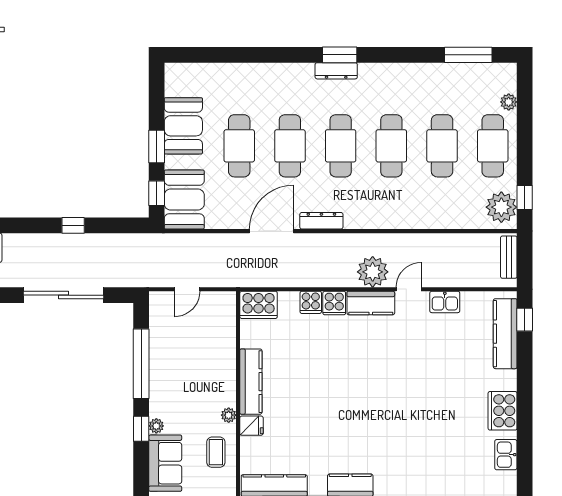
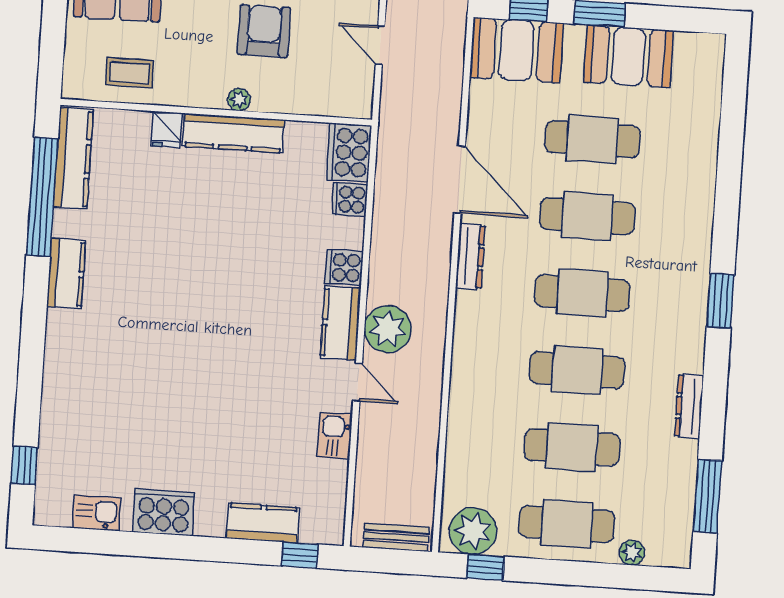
dresser: (336, 71) -> (689, 406), moved
cooker: (311, 302) -> (350, 200), moved
kitchen counter: (505, 334) -> (263, 523), width x0.67
armchair: (183, 366) -> (264, 31), added
plant: (229, 415) -> (239, 100), moved

